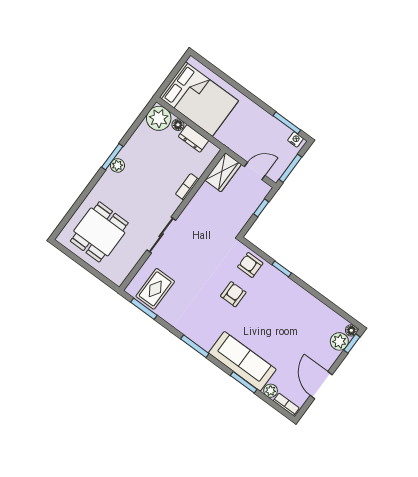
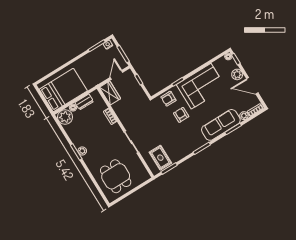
corner sofa: (289, 307) -> (201, 86), added
plant: (339, 341) -> (237, 74), moved

